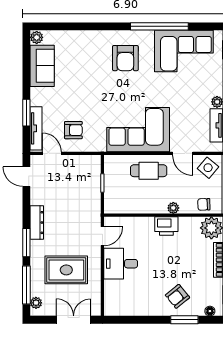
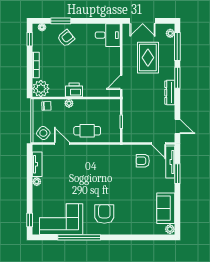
corner sofa: (138, 130) -> (95, 161), removed
desk: (121, 264) -> (108, 35), moved
rug: (66, 270) -> (148, 58), turned 90

